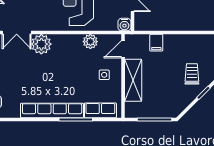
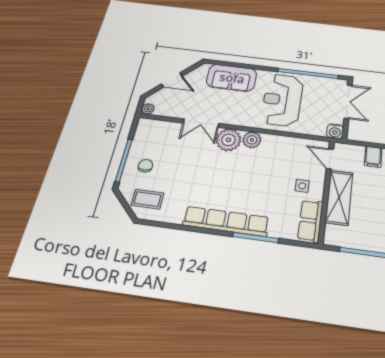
plant: (90, 42) -> (252, 140), moved
door: (123, 49) -> (330, 159), hinge flipped
row of seats: (100, 110) -> (310, 221), moved, turned -90

